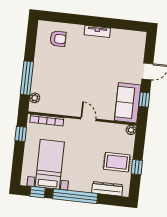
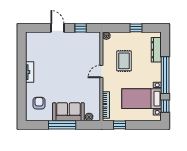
window: (27, 78) -> (62, 125), moved
sofa: (128, 103) -> (68, 112), moved, turned 180
rug: (117, 162) -> (124, 61), moved

